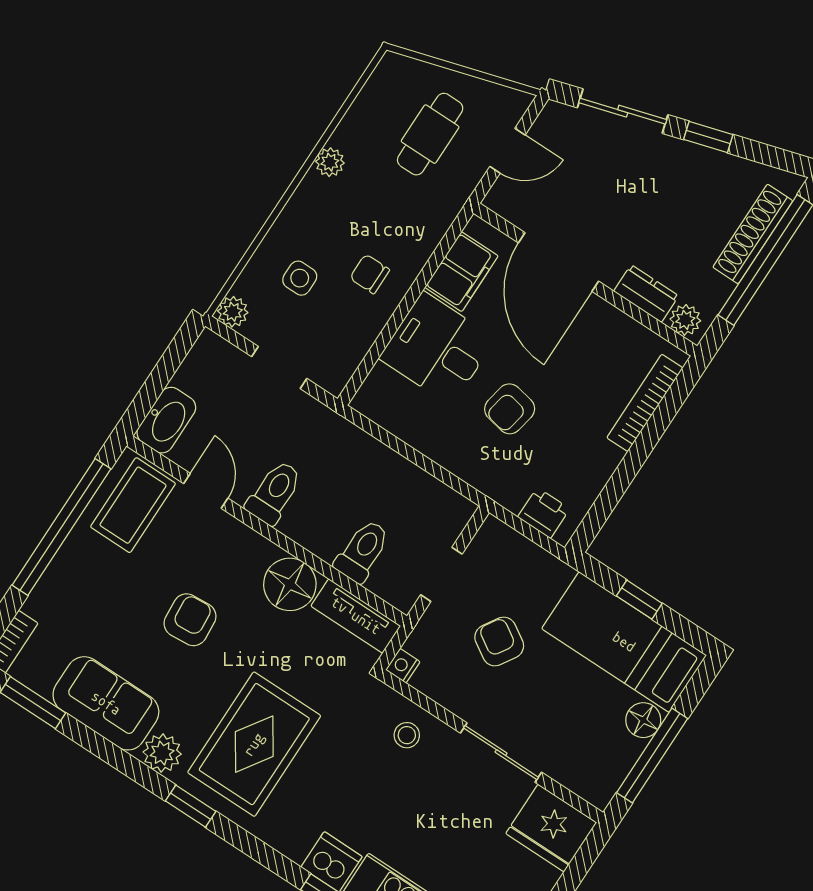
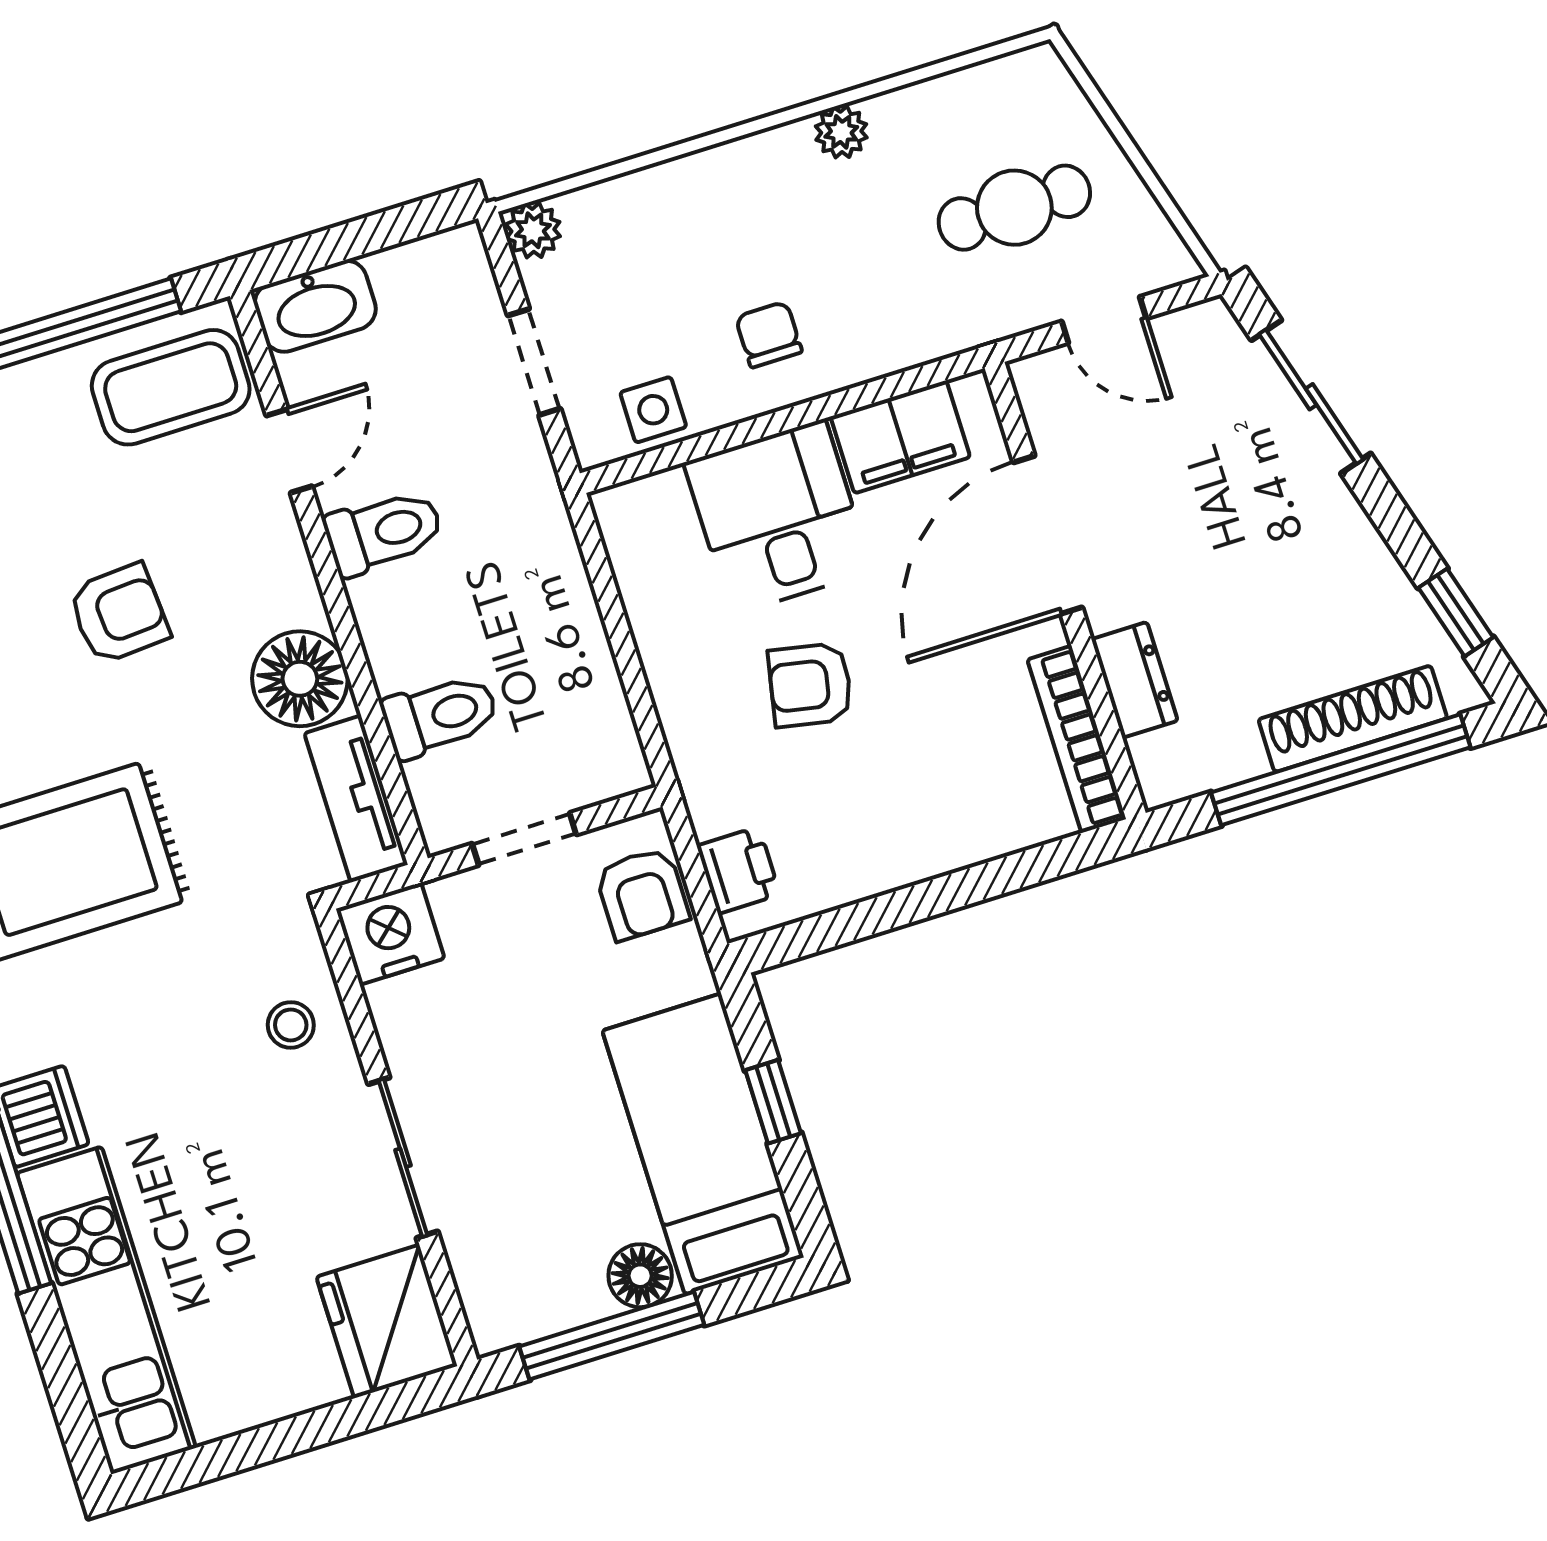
window: (708, 137) -> (1456, 612), moved
side table: (300, 278) -> (653, 410), moved
plant: (685, 320) -> (1159, 762), removed
bookcase: (645, 403) -> (1077, 739), moved, turned -90
armchair: (499, 641) -> (642, 894), moved, turned 148
nightstand: (403, 666) -> (390, 934), width x1.89, depth x1.79

